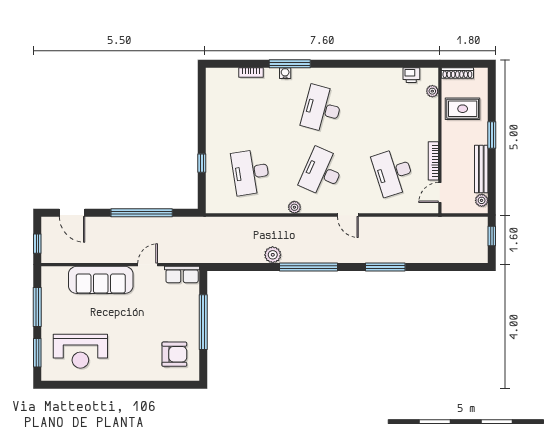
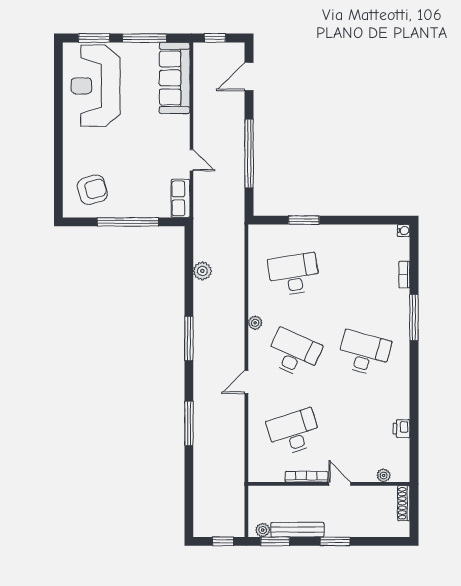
water cooler: (285, 73) -> (404, 231), moved
printer: (411, 75) -> (401, 429), moved
rug: (463, 109) -> (364, 509), removed
window: (202, 163) -> (304, 220), width x1.50
window: (492, 189) -> (275, 541), added
door: (440, 193) -> (340, 484), moved
plant: (273, 255) -> (202, 271), moved
window: (309, 267) -> (189, 338), width x0.68
sofa: (101, 280) -> (175, 78), moved
reception desk: (80, 351) -> (96, 86), width x1.36, depth x1.30
armchair: (174, 354) -> (92, 190), turned -106

